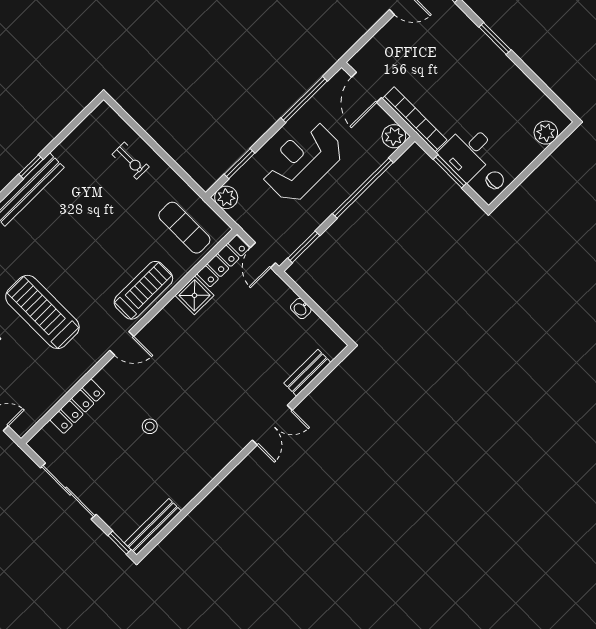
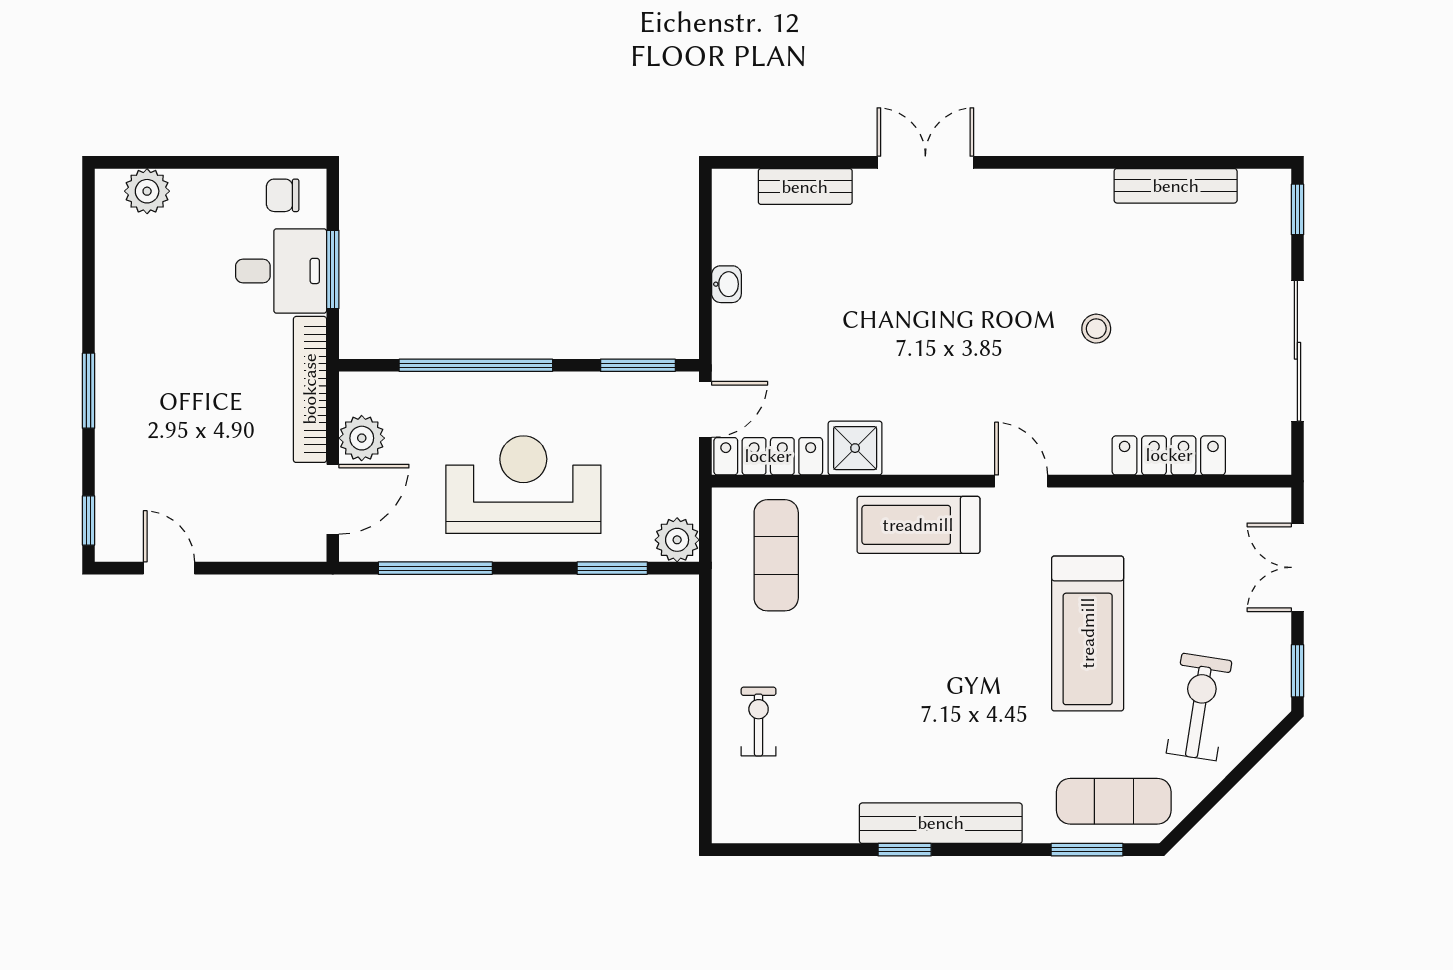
plant: (394, 136) -> (362, 438), moved
reception desk: (302, 162) -> (523, 485), turned 180
bench: (153, 527) -> (1176, 186), moved

